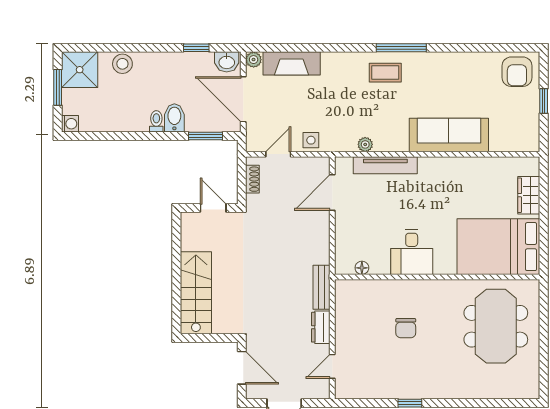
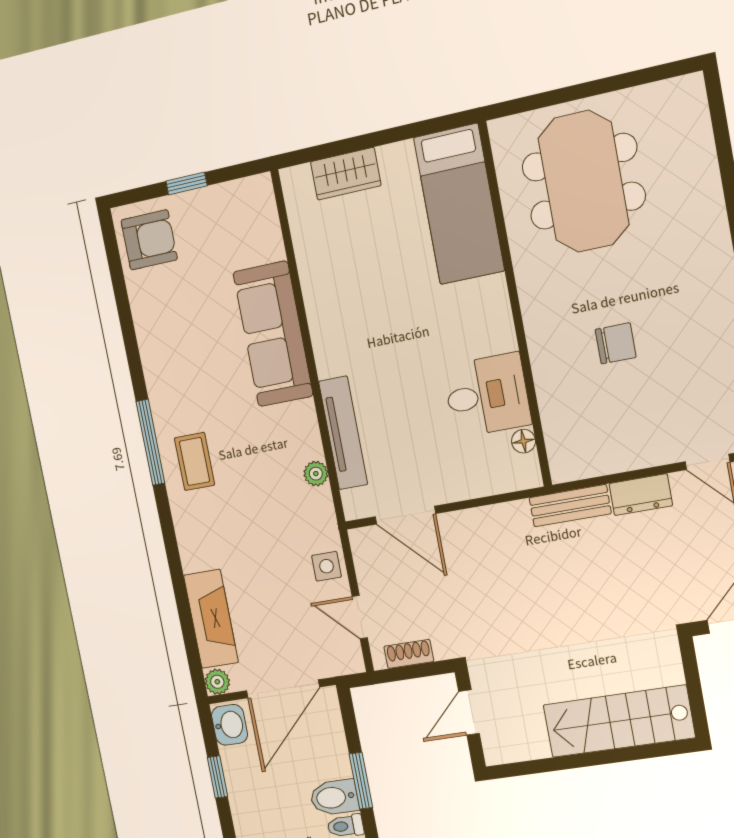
window: (206, 136) -> (361, 781), moved
bed: (498, 247) -> (459, 204), width x0.67
desk: (412, 252) -> (487, 395), moved
meeting table: (496, 326) -> (584, 181), turned 90

